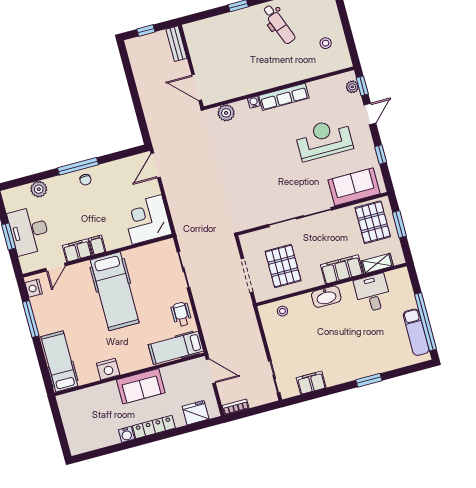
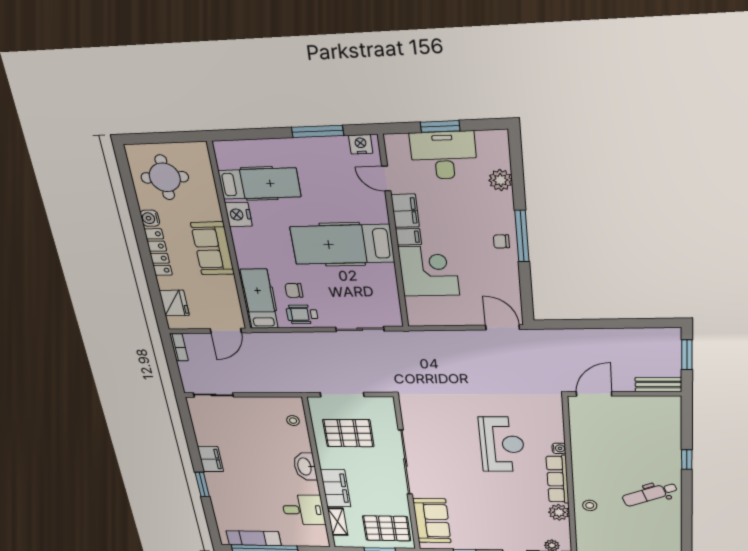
window: (146, 31) -> (687, 355), width x1.50
stool: (326, 43) -> (590, 505), moved
plant: (226, 113) -> (559, 512), moved
reception desk: (324, 139) -> (502, 444), moved
corner desk: (147, 220) -> (429, 271), moved
wheelchair: (181, 314) -> (302, 314), turned 180
chair: (162, 323) -> (294, 290), added
hospital bed: (59, 361) -> (259, 184), moved
filing cabinet: (311, 383) -> (210, 459), moved
round table: (91, 425) -> (165, 177), added

